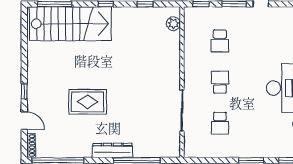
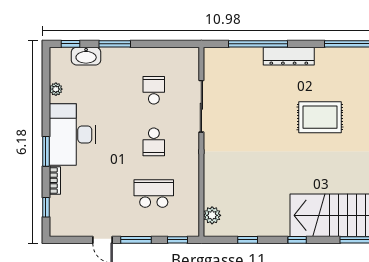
school desk: (220, 41) -> (154, 194), width x1.85
washbasin: (274, 150) -> (86, 56), added

